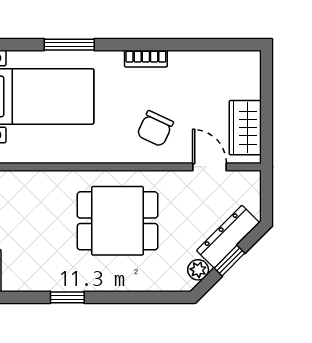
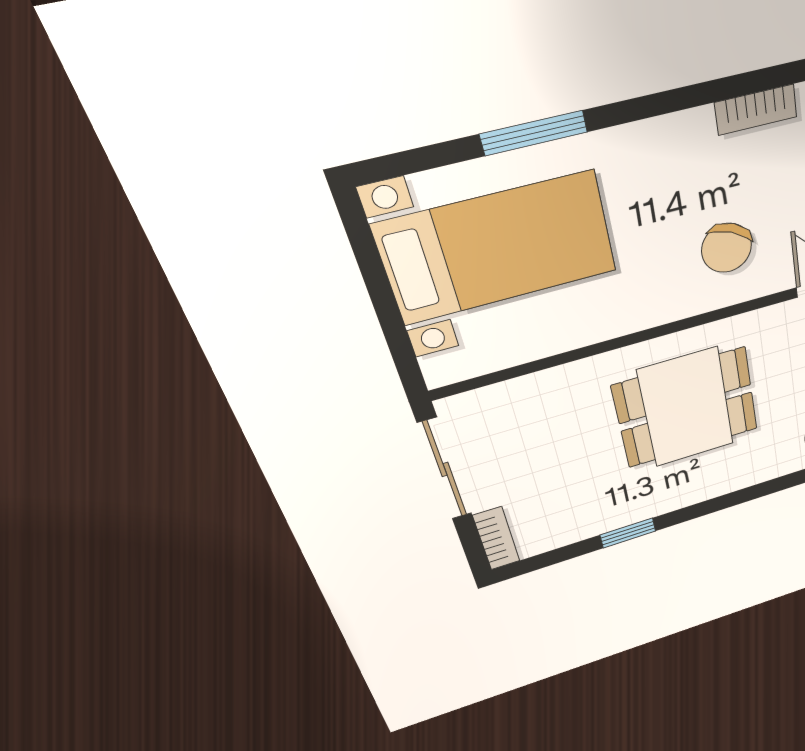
bookcase: (146, 59) -> (756, 110), moved

